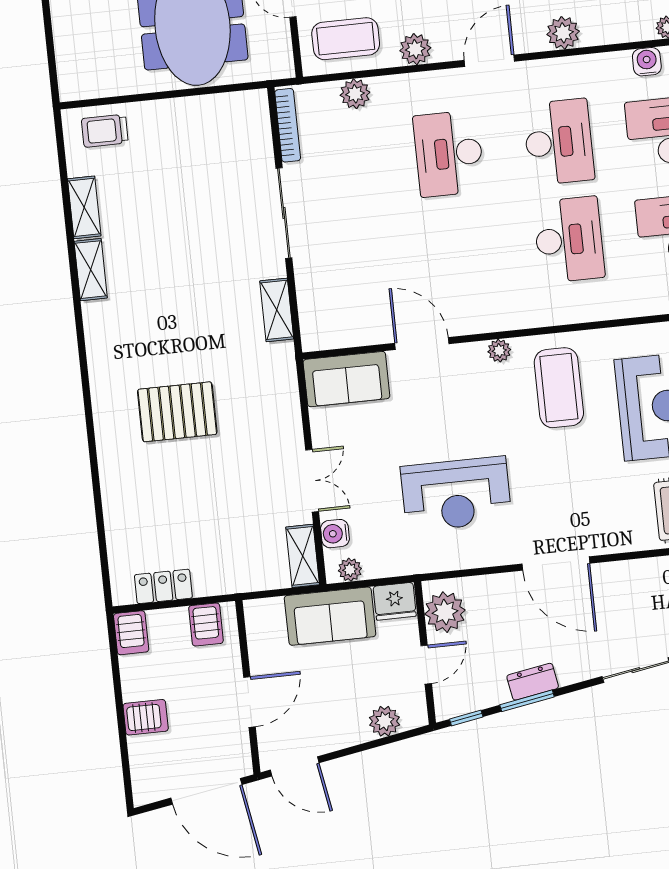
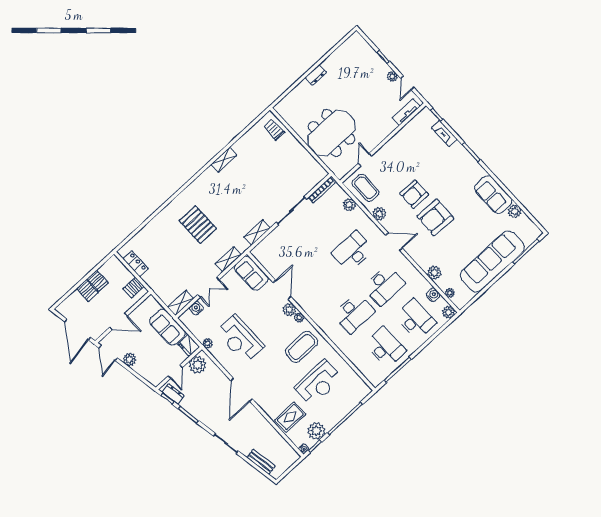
plant: (563, 33) -> (434, 273), moved
shelving: (84, 207) -> (228, 259), moved
plant: (470, 358) -> (289, 310), added
plant: (350, 570) -> (208, 343), moved
server rack: (131, 633) -> (98, 281), moved, turned -90
door: (426, 665) -> (175, 372), hinge flipped
dresser: (533, 682) -> (173, 394), moved
plant: (385, 721) -> (130, 359), moved

